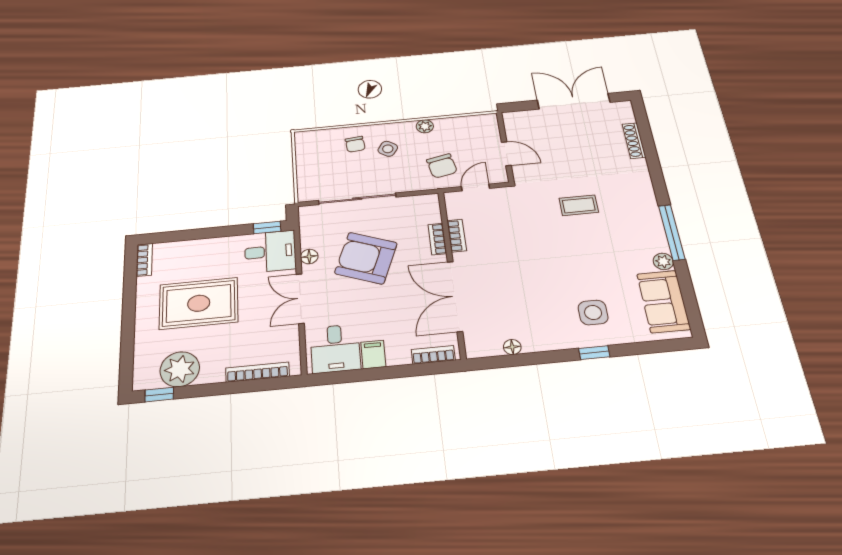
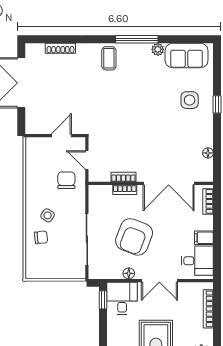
plant: (425, 126) -> (31, 188), removed
chair: (442, 166) -> (66, 180), turned -78
coffee table: (579, 205) -> (109, 58), moved

